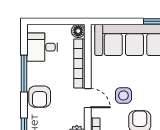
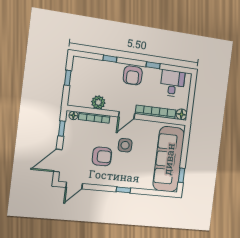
window: (24, 74) -> (153, 65), width x0.46
armchair: (40, 97) -> (133, 75), turned -90

